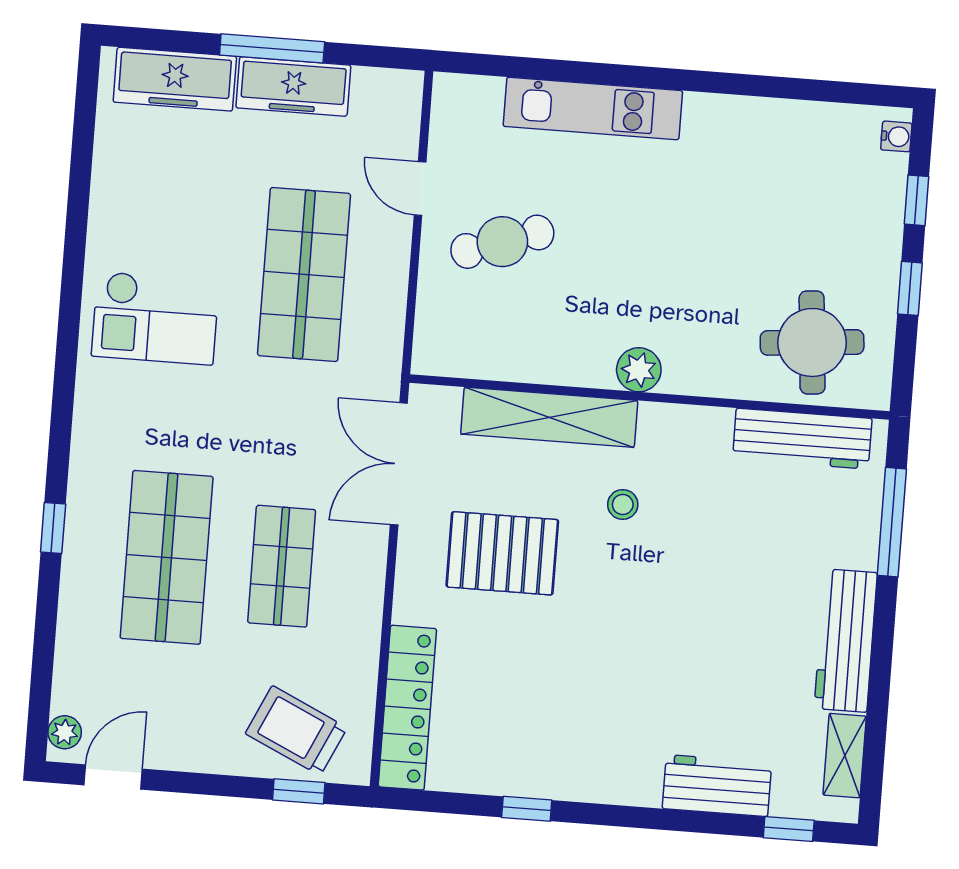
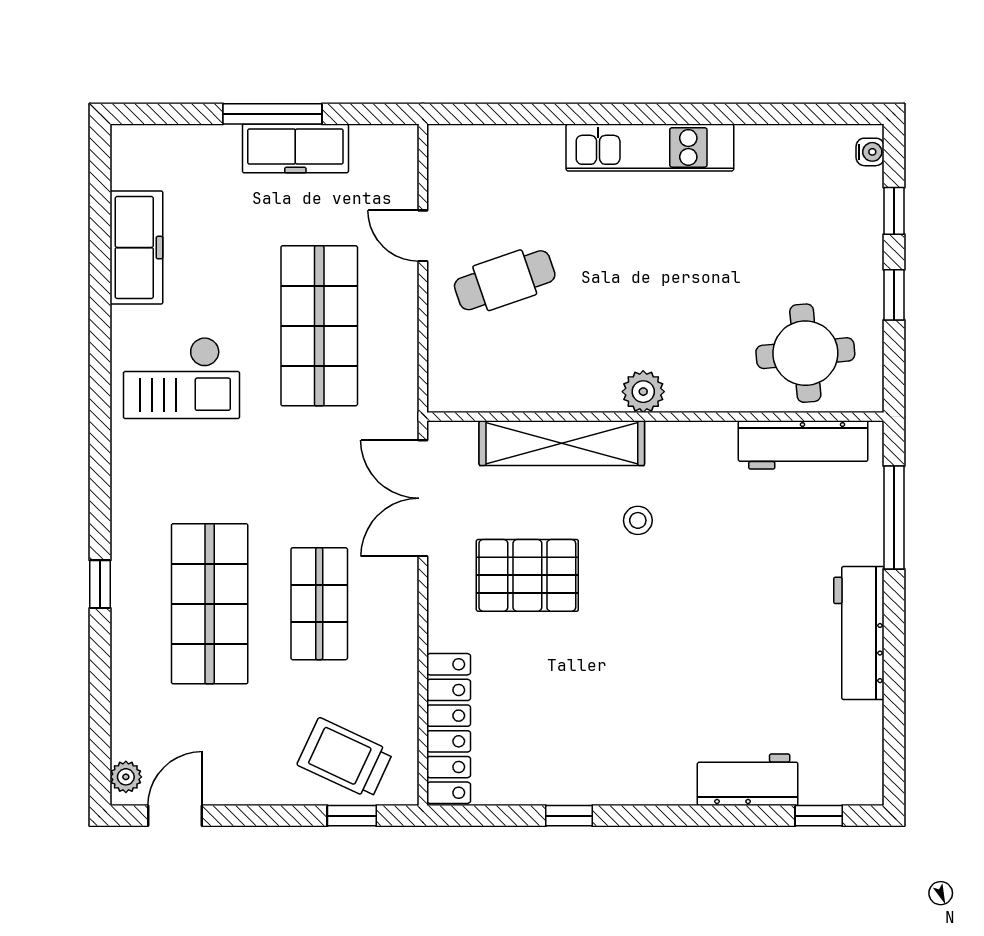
freezer: (175, 79) -> (136, 248), moved, turned -90
kitchen unit: (593, 108) -> (650, 147), moved
shelving: (845, 756) -> (866, 742), removed

